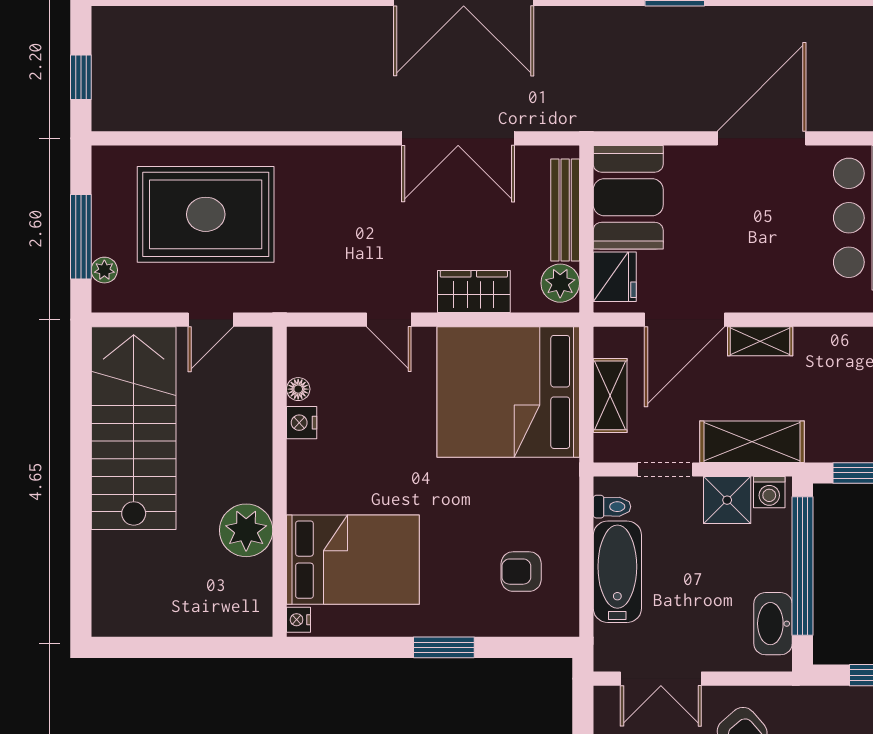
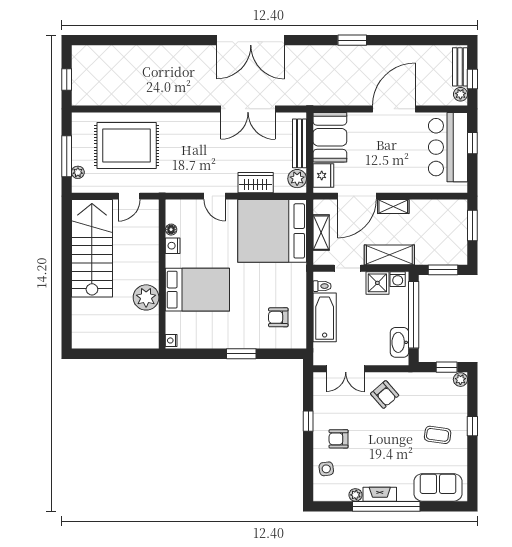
bed: (353, 560) -> (197, 290), moved

